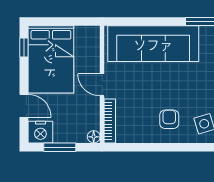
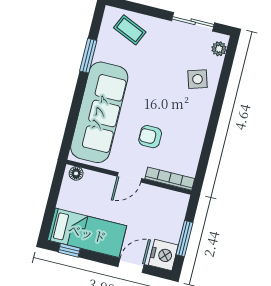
bed: (51, 59) -> (87, 233), width x0.67
armchair: (169, 119) -> (150, 137), moved
floor lamp: (94, 137) -> (76, 173), moved

